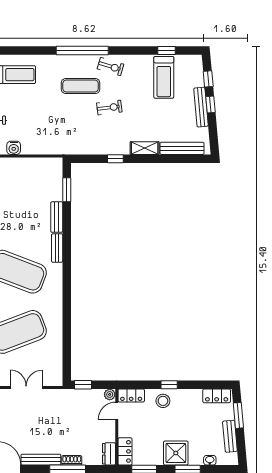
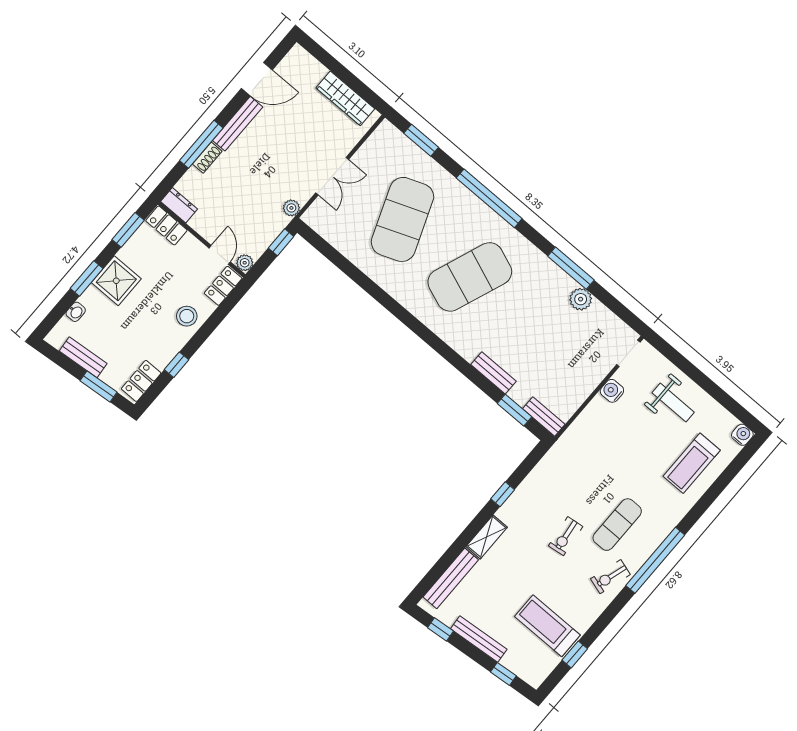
window: (210, 104) -> (441, 629), moved
bench: (57, 248) -> (544, 417), moved
window: (169, 385) -> (176, 365), moved
plant: (61, 395) -> (291, 208), added

